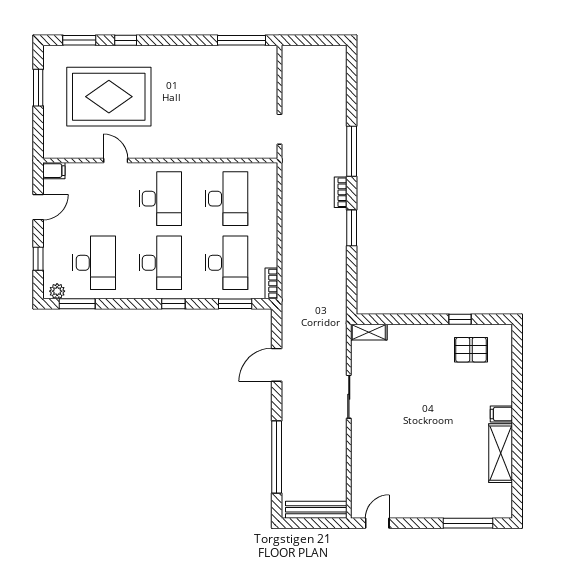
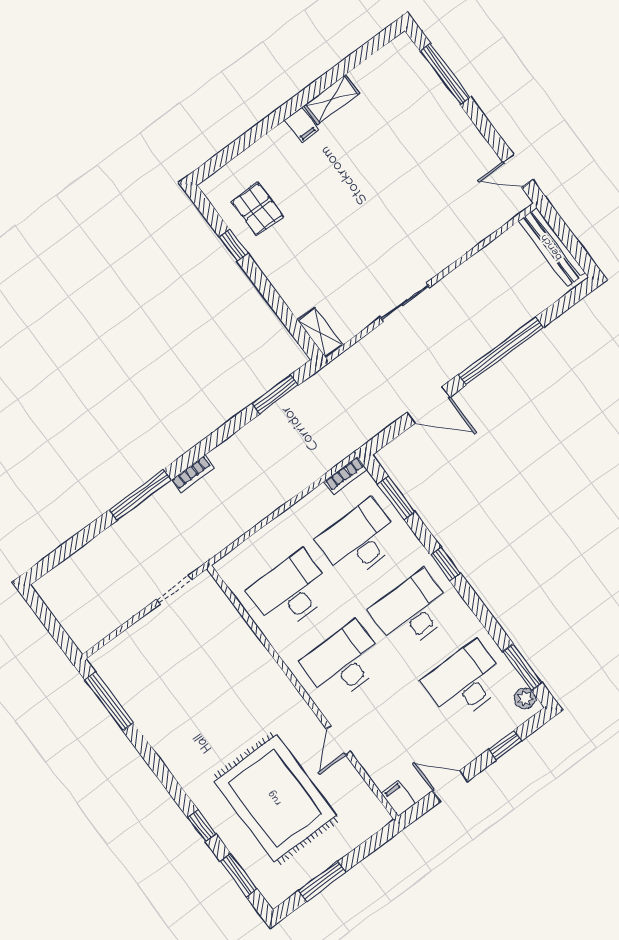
window: (352, 228) -> (275, 394), moved
shelving: (501, 453) -> (332, 99), width x0.67, depth x0.75
window: (277, 457) -> (501, 351), moved

